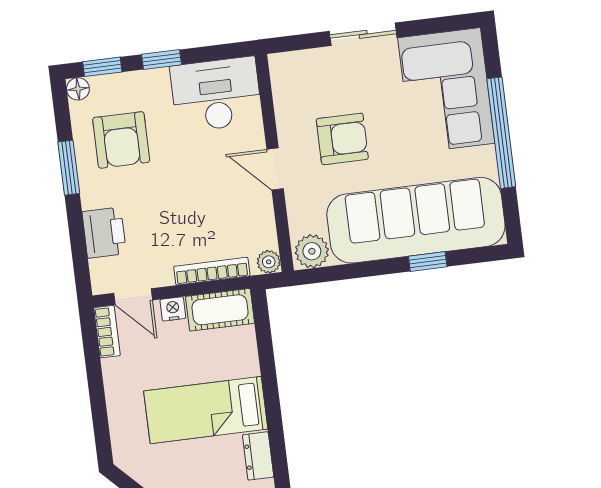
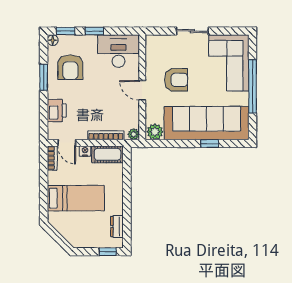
bed: (206, 410) -> (76, 198), moved, turned 180

